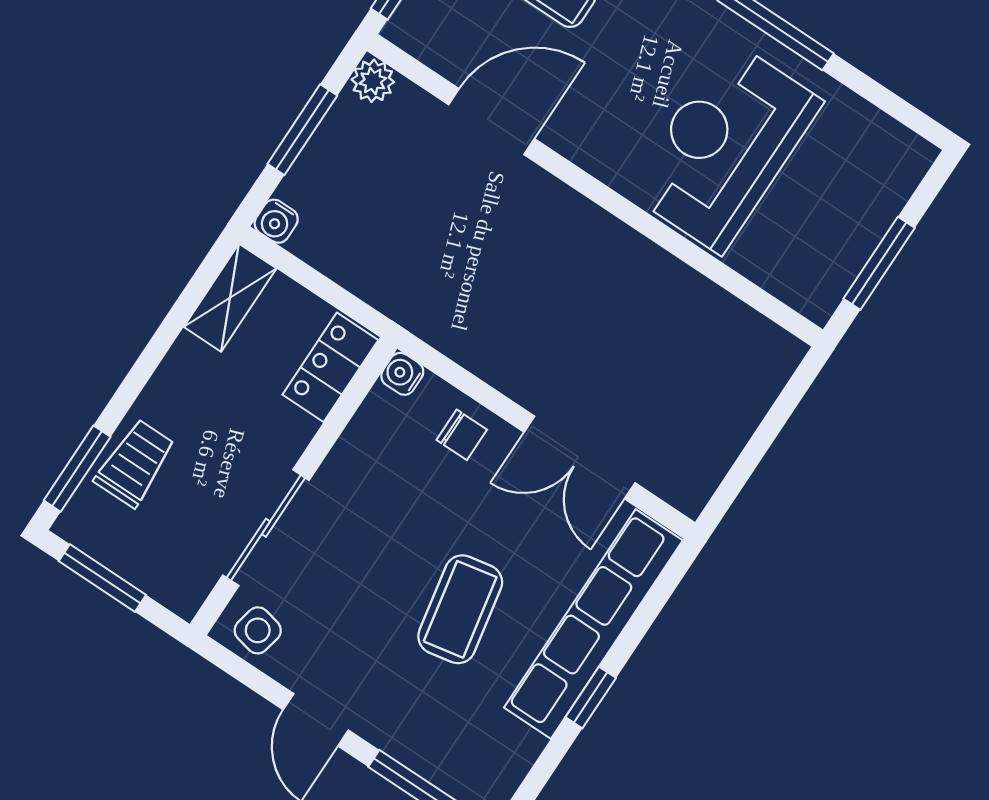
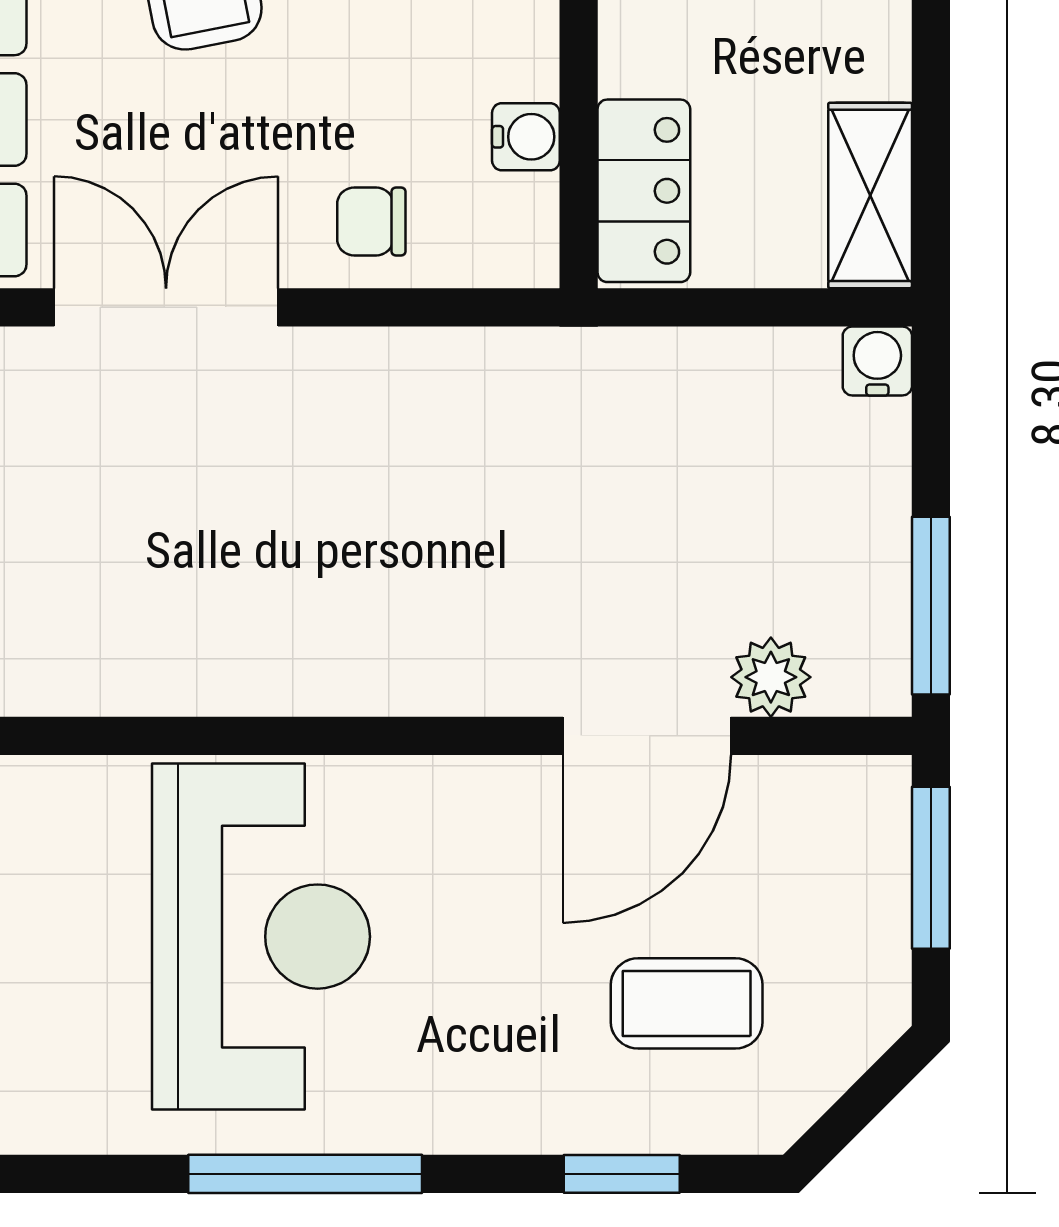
plant: (373, 81) -> (771, 677), moved
window: (302, 130) -> (931, 606), moved
water cooler: (402, 374) -> (526, 137), moved

